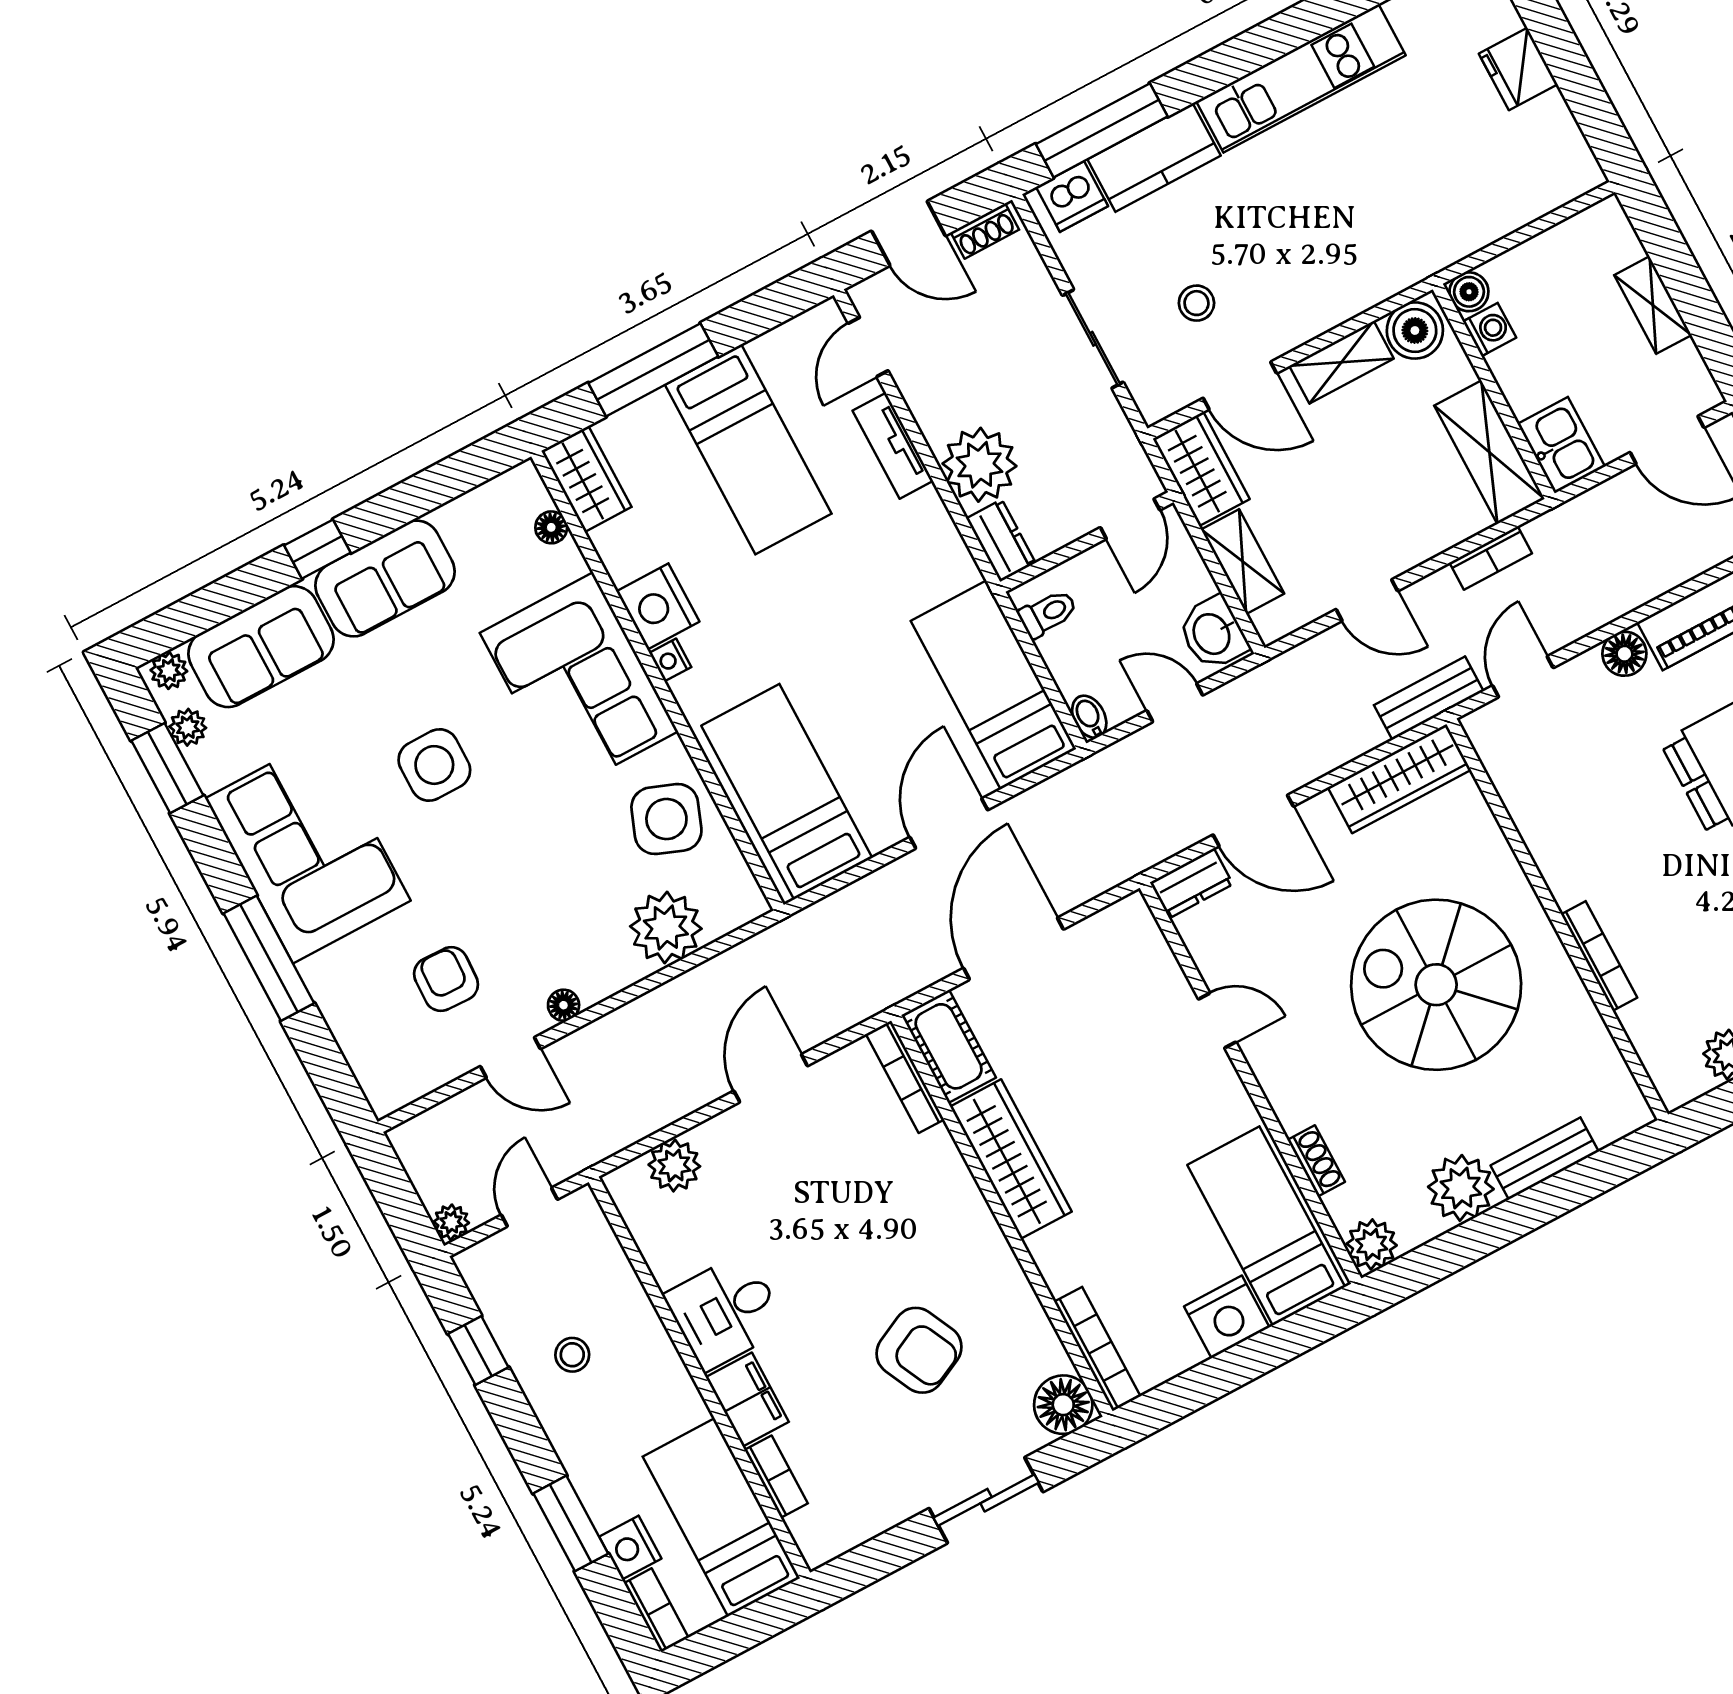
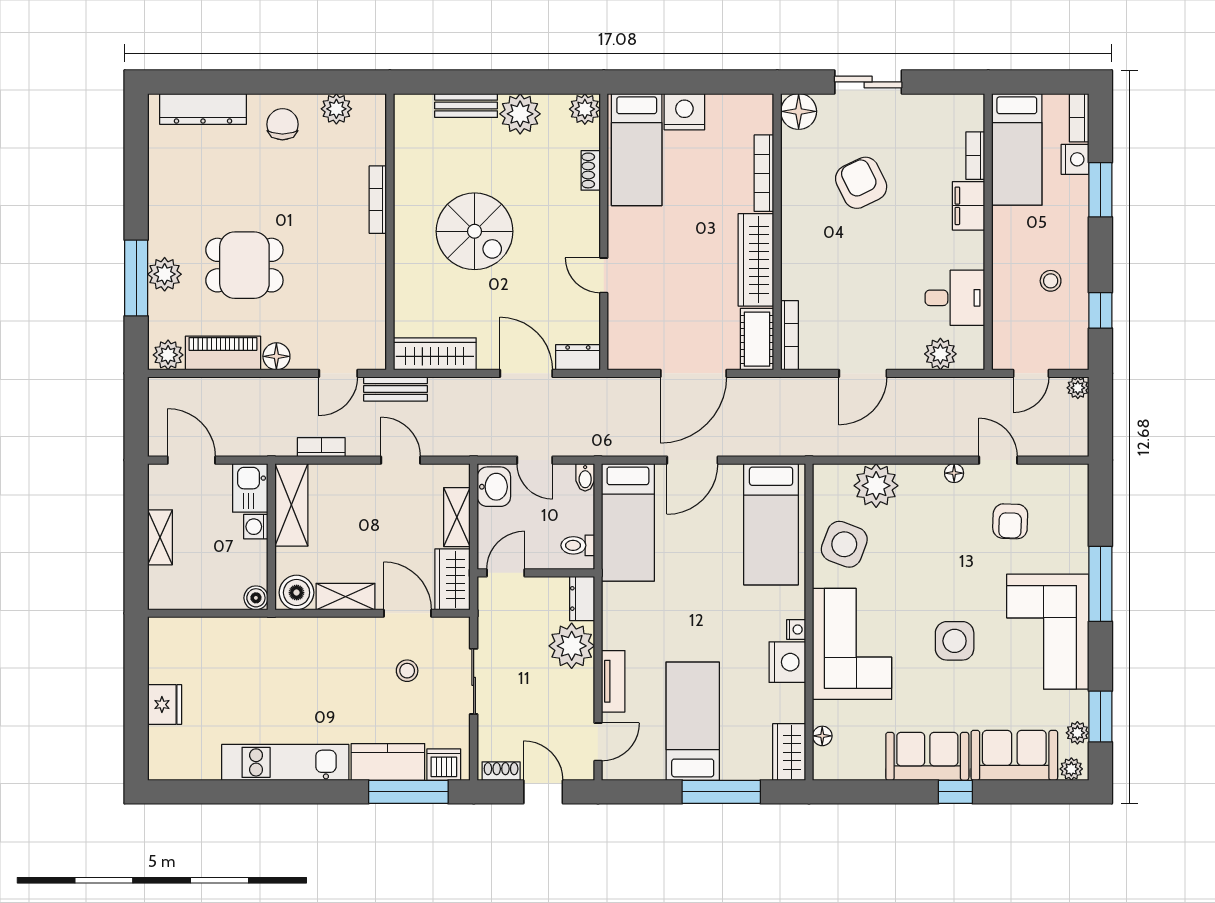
washing machine: (1490, 330) -> (256, 527), moved
spiral stairs: (1436, 985) -> (475, 231), width x0.73, depth x0.73
desk: (725, 1311) -> (955, 298), moved
bookcase: (1097, 1349) -> (764, 173), moved

